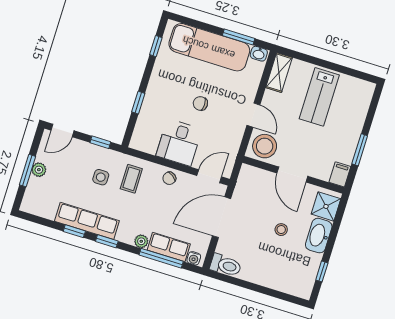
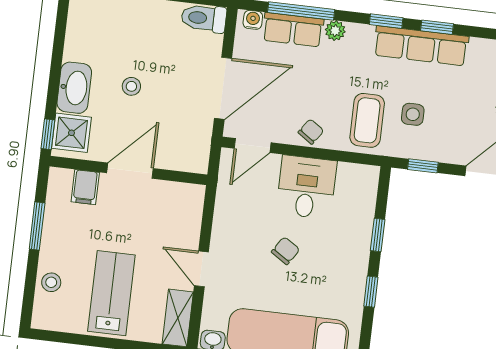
window: (156, 46) -> (371, 292), moved
chair: (200, 103) -> (286, 251), turned -57
door: (253, 115) -> (201, 269), moved
stool: (265, 146) -> (51, 282), moved, width x0.53, depth x0.53
filing cabinet: (340, 174) -> (85, 187), moved
door: (292, 175) -> (130, 171), hinge flipped
coffee table: (131, 179) -> (367, 120), width x1.36, depth x1.30
window: (322, 271) -> (48, 134), moved

